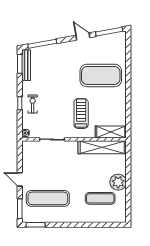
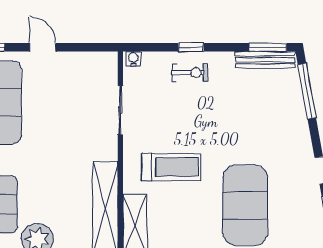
door: (20, 179) -> (43, 47), hinge flipped

